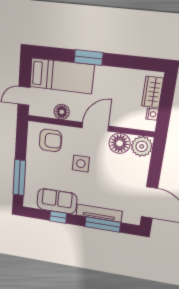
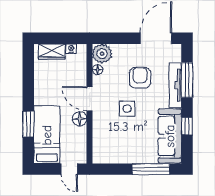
window: (88, 58) -> (28, 124), moved
floor lamp: (62, 112) -> (80, 119), moved
armchair: (50, 140) -> (140, 78), moved
floor lamp: (120, 143) -> (97, 70), width x0.53, depth x0.53
sofa: (57, 201) -> (170, 136), width x1.36

